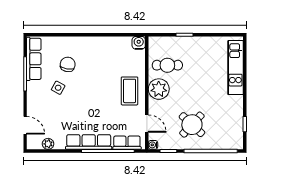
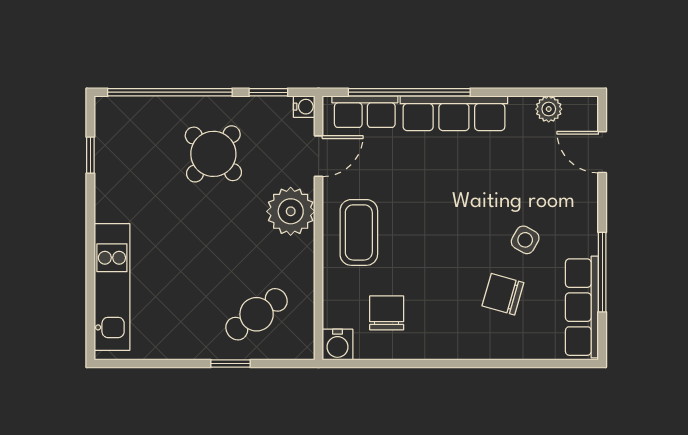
chair: (118, 56) -> (387, 313), added
chair: (68, 64) -> (503, 294), turned 96
cafe table: (167, 65) -> (257, 314), moved, turned -36
plant: (159, 89) -> (291, 211), moved
door: (147, 124) -> (319, 156), swing flipped

